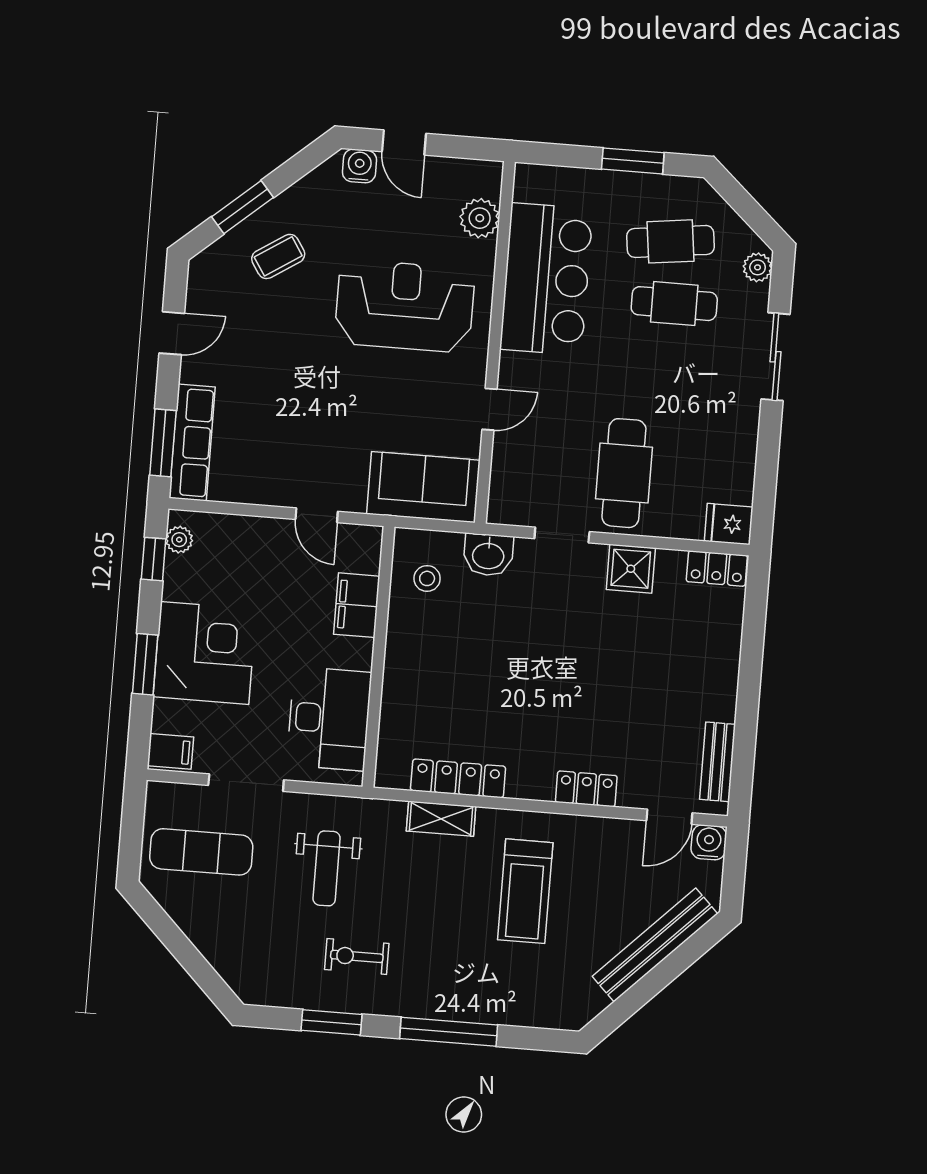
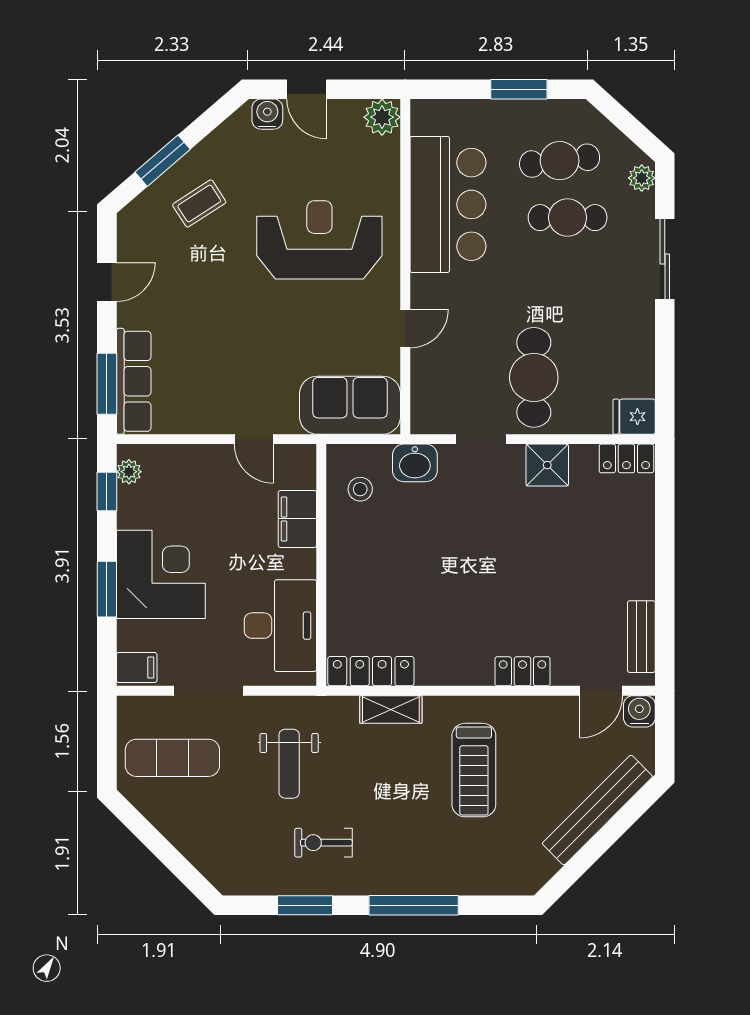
plant: (480, 218) -> (382, 117), moved
locker: (458, 778) -> (371, 671), moved

